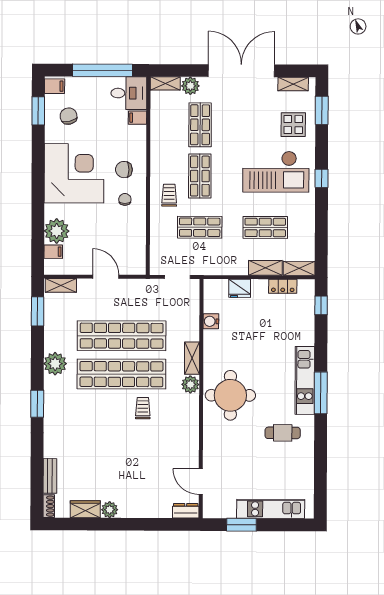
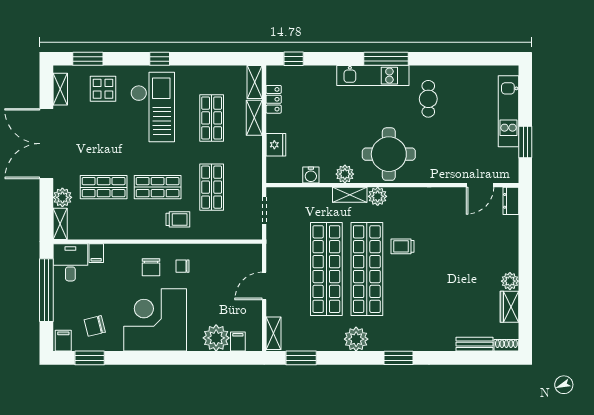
trolley: (169, 195) -> (178, 219), turned 180
plant: (212, 354) -> (345, 174), added

